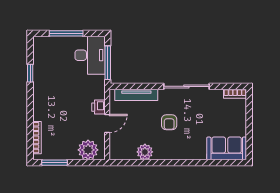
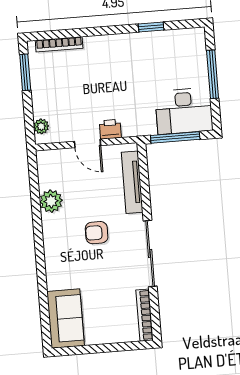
bookcase: (235, 94) -> (145, 315), width x1.56
plant: (88, 150) -> (41, 126), width x0.53, depth x0.53

